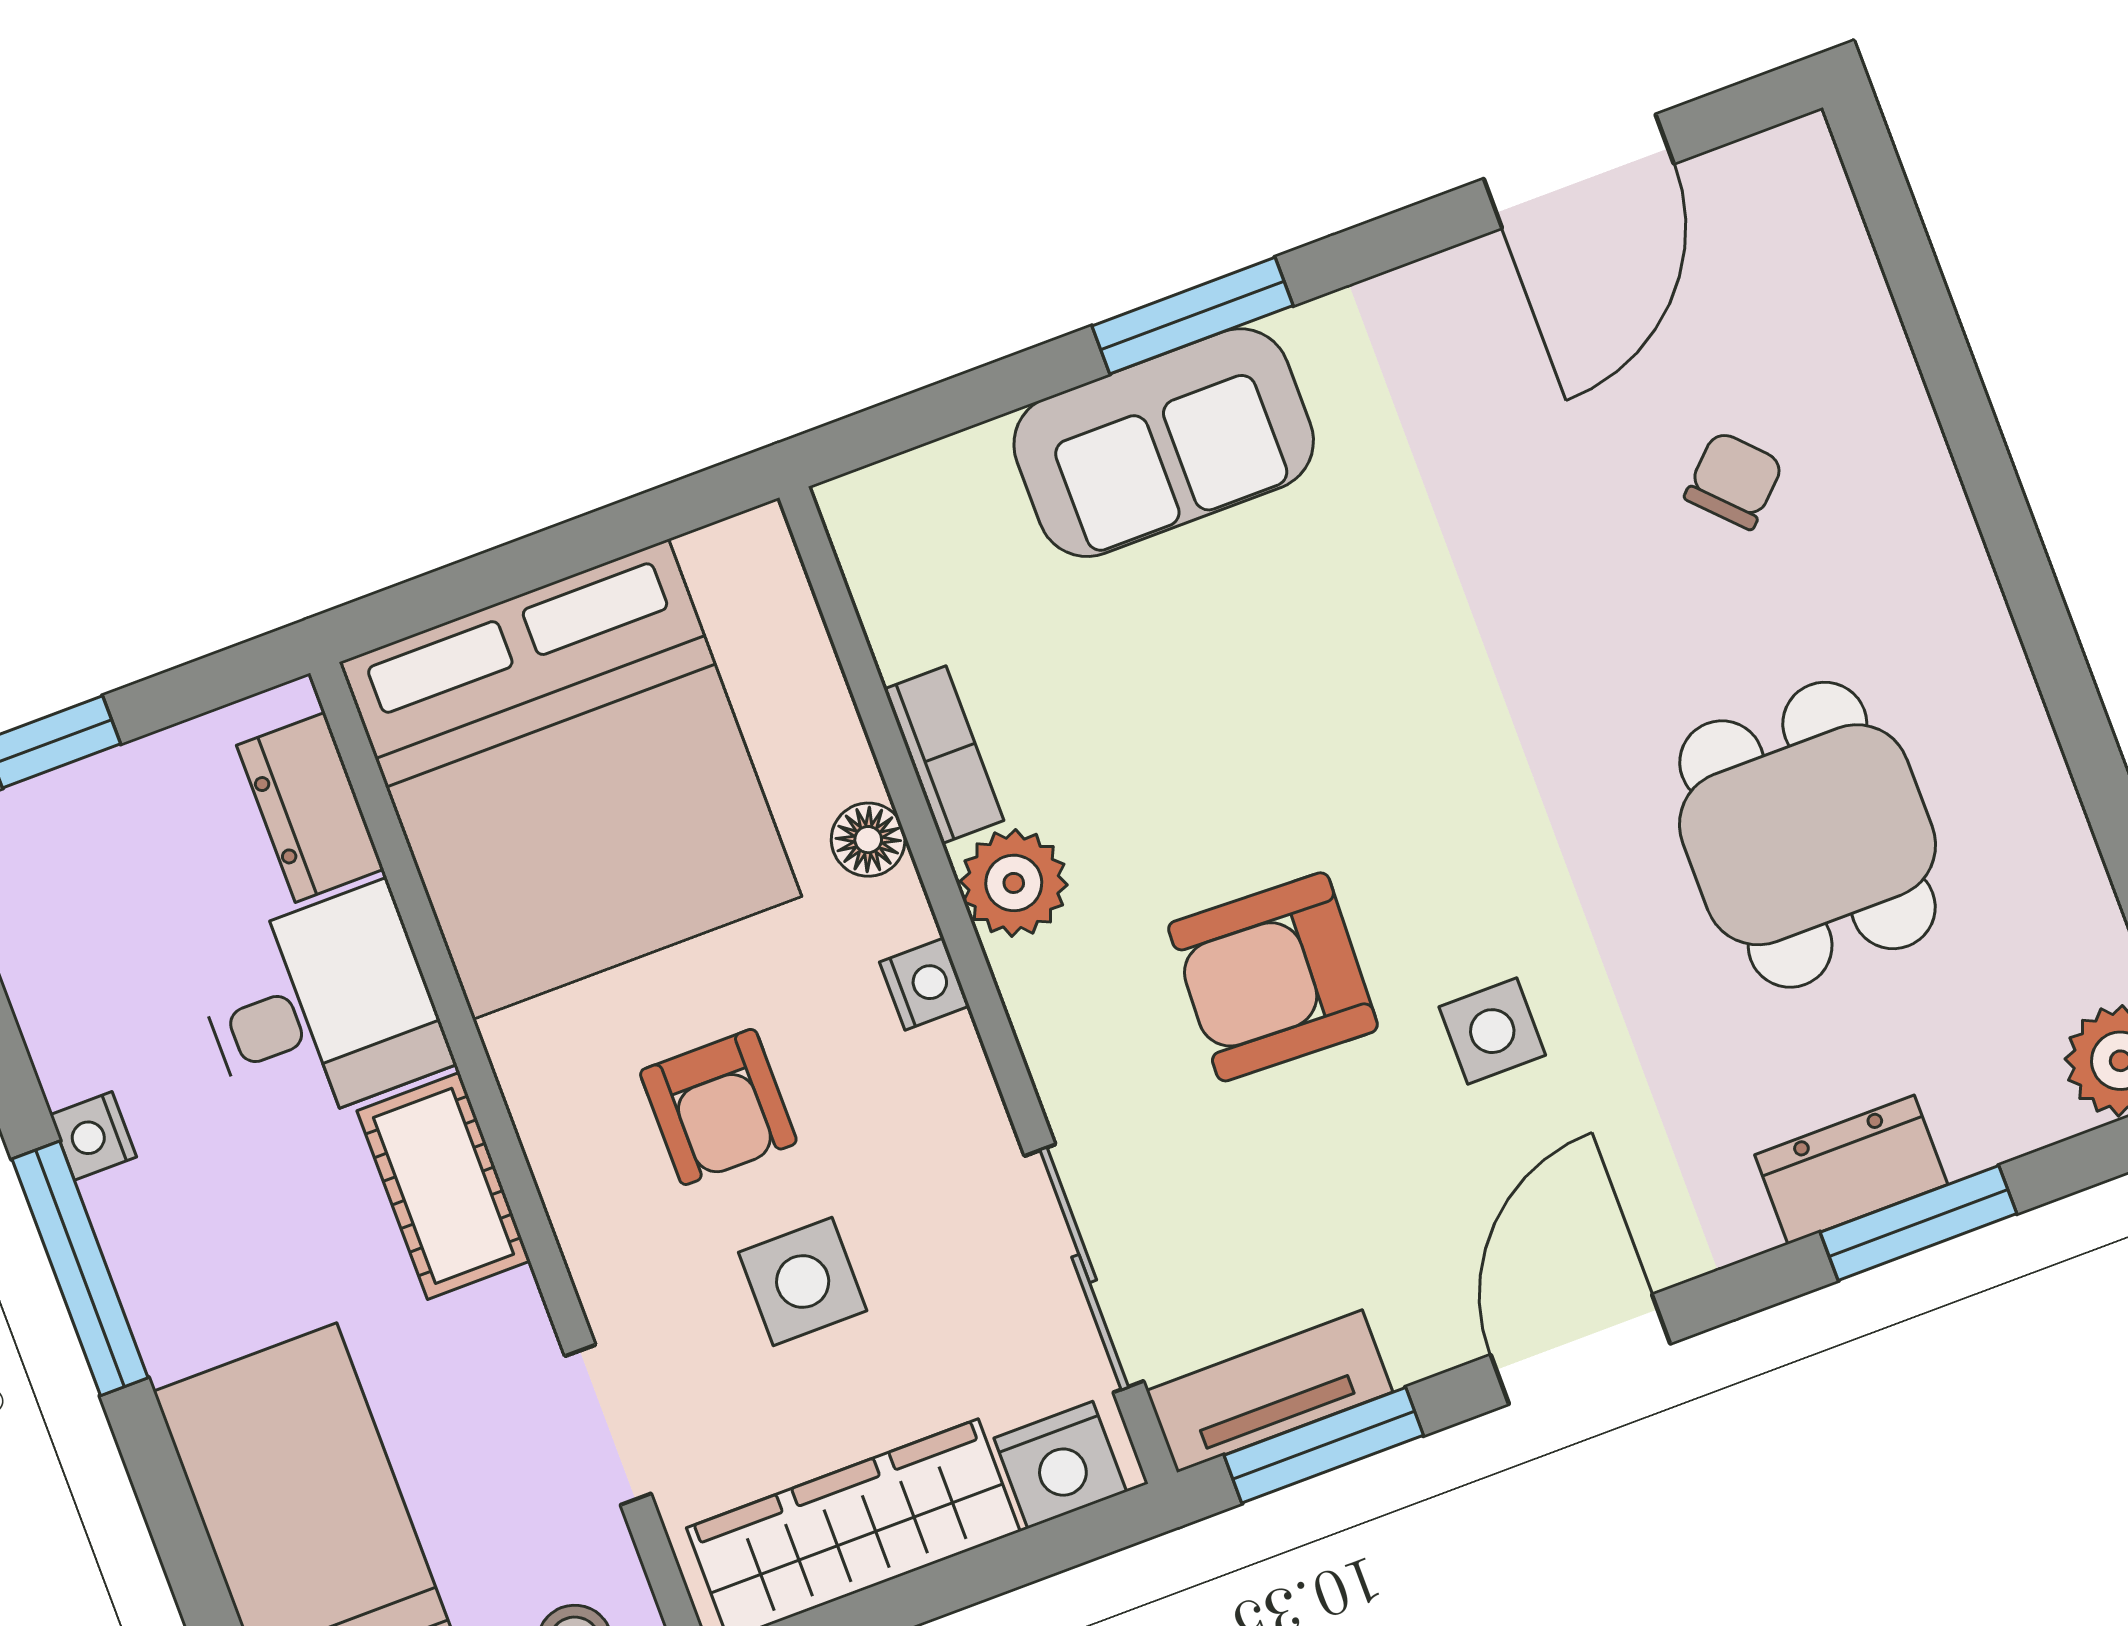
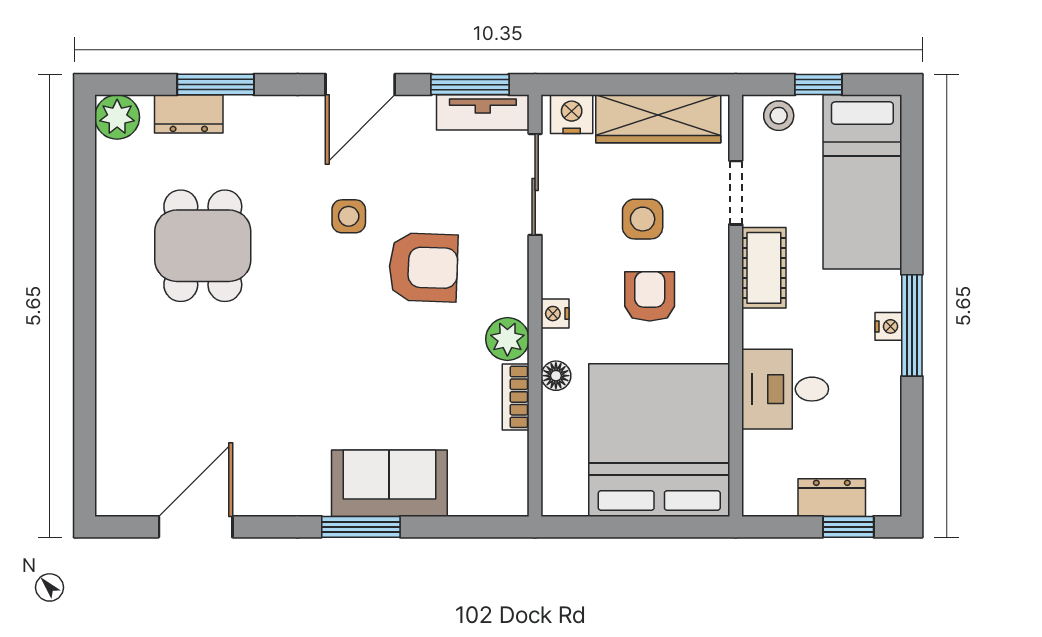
chair: (1734, 480) -> (181, 389), removed
dresser: (310, 807) -> (832, 498), moved, turned -90
nightstand: (93, 1136) -> (888, 326), moved
dresser: (1851, 1170) -> (189, 114), moved
cot: (444, 1186) -> (764, 268), moved

